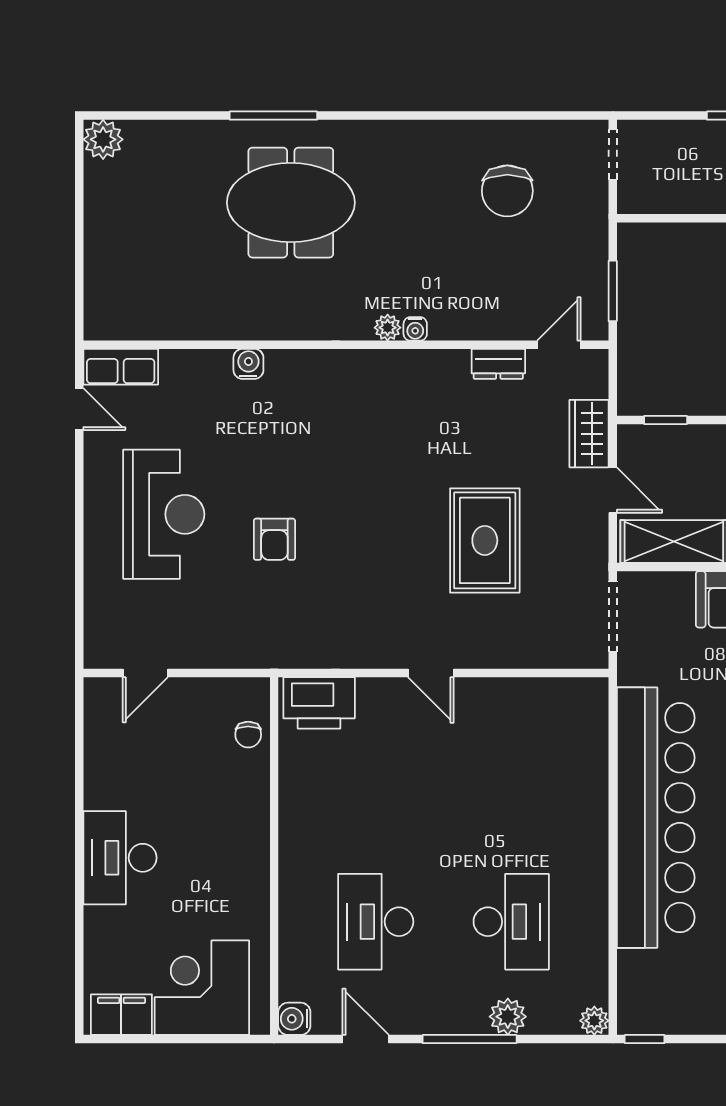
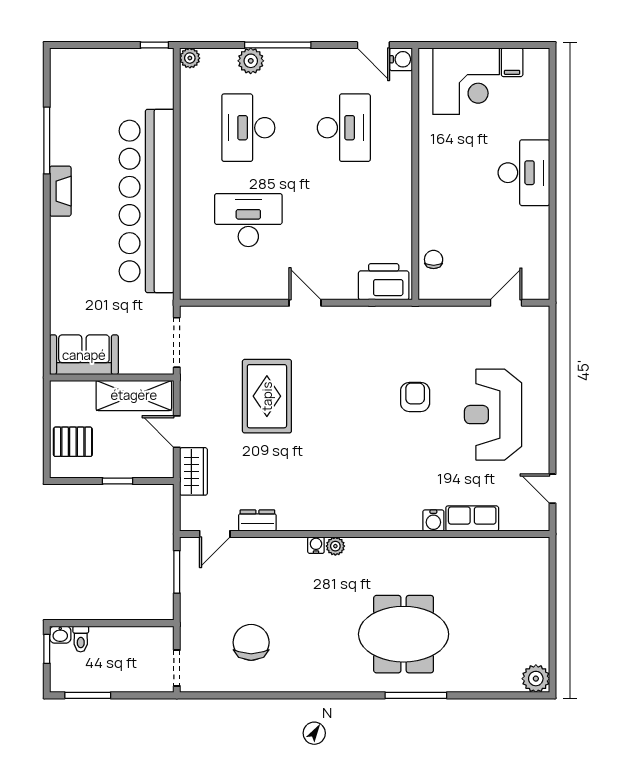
row of seats: (121, 367) -> (472, 519), moved
window: (666, 420) -> (118, 481), moved
desk: (511, 790) -> (248, 220), added
filing cabinet: (121, 1015) -> (512, 62), width x0.50
door: (366, 1039) -> (373, 45), moved

